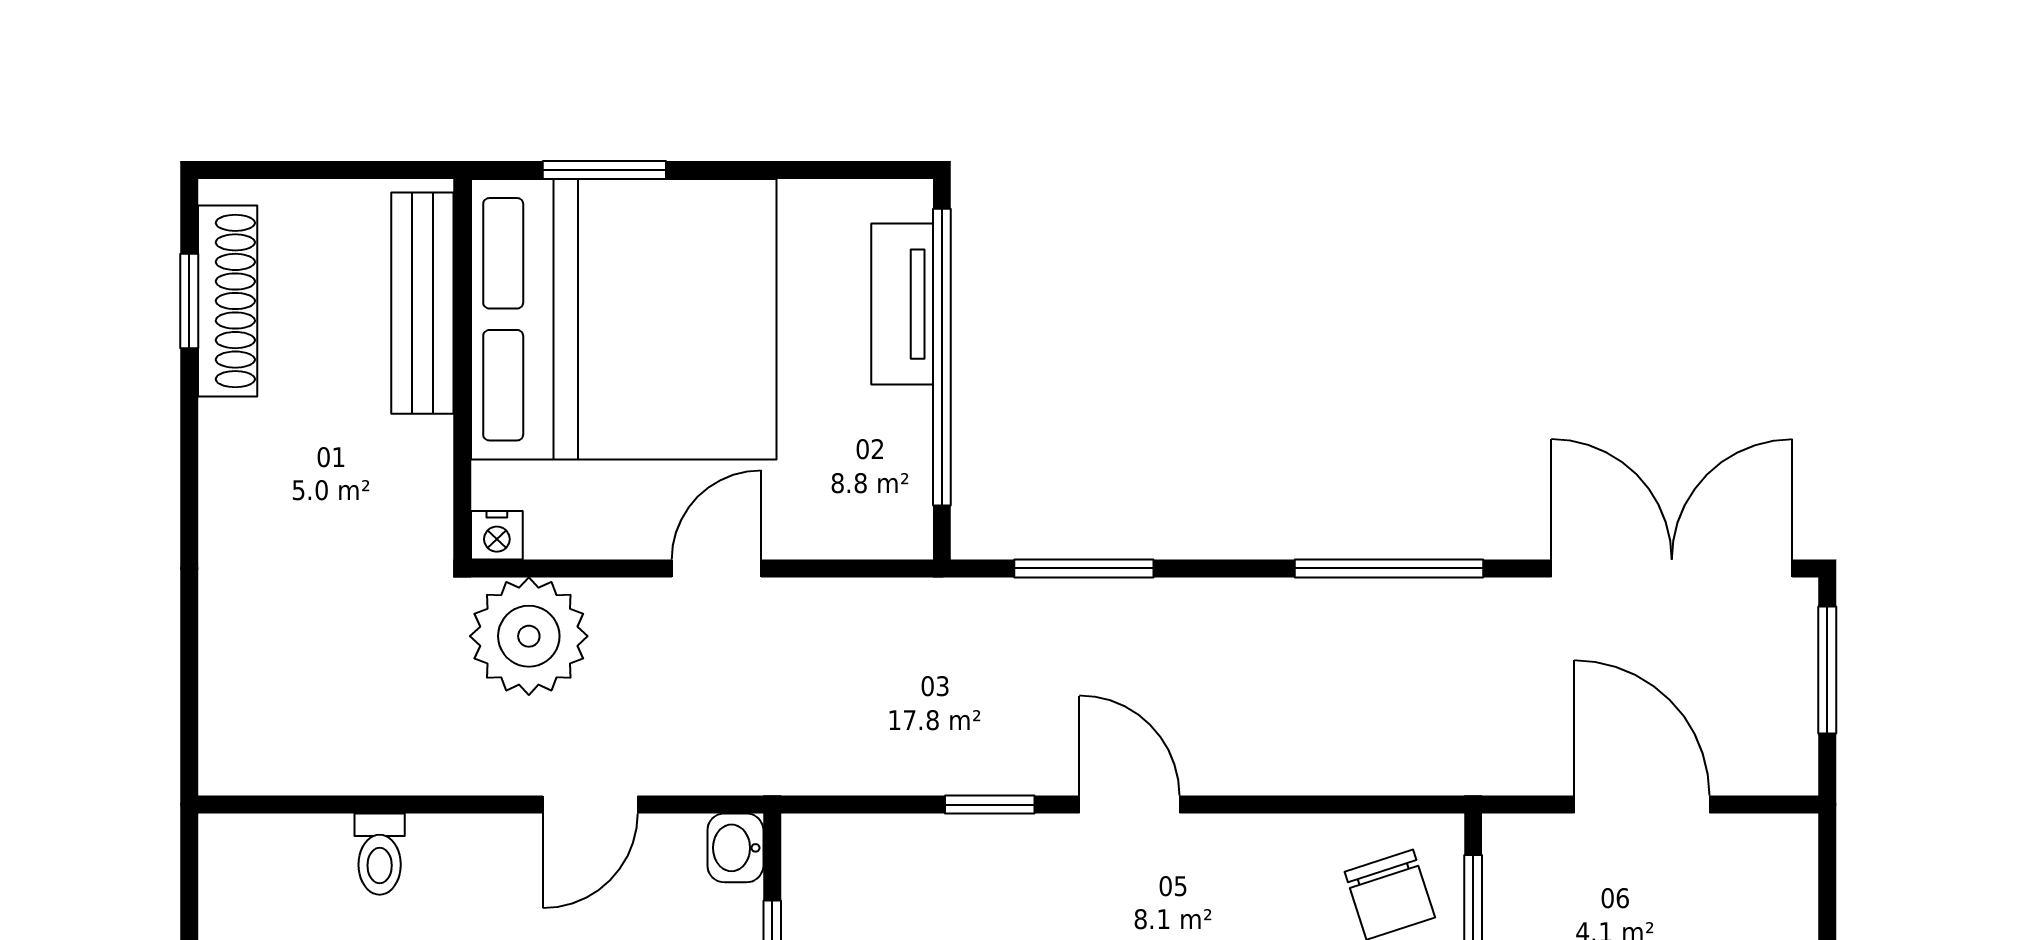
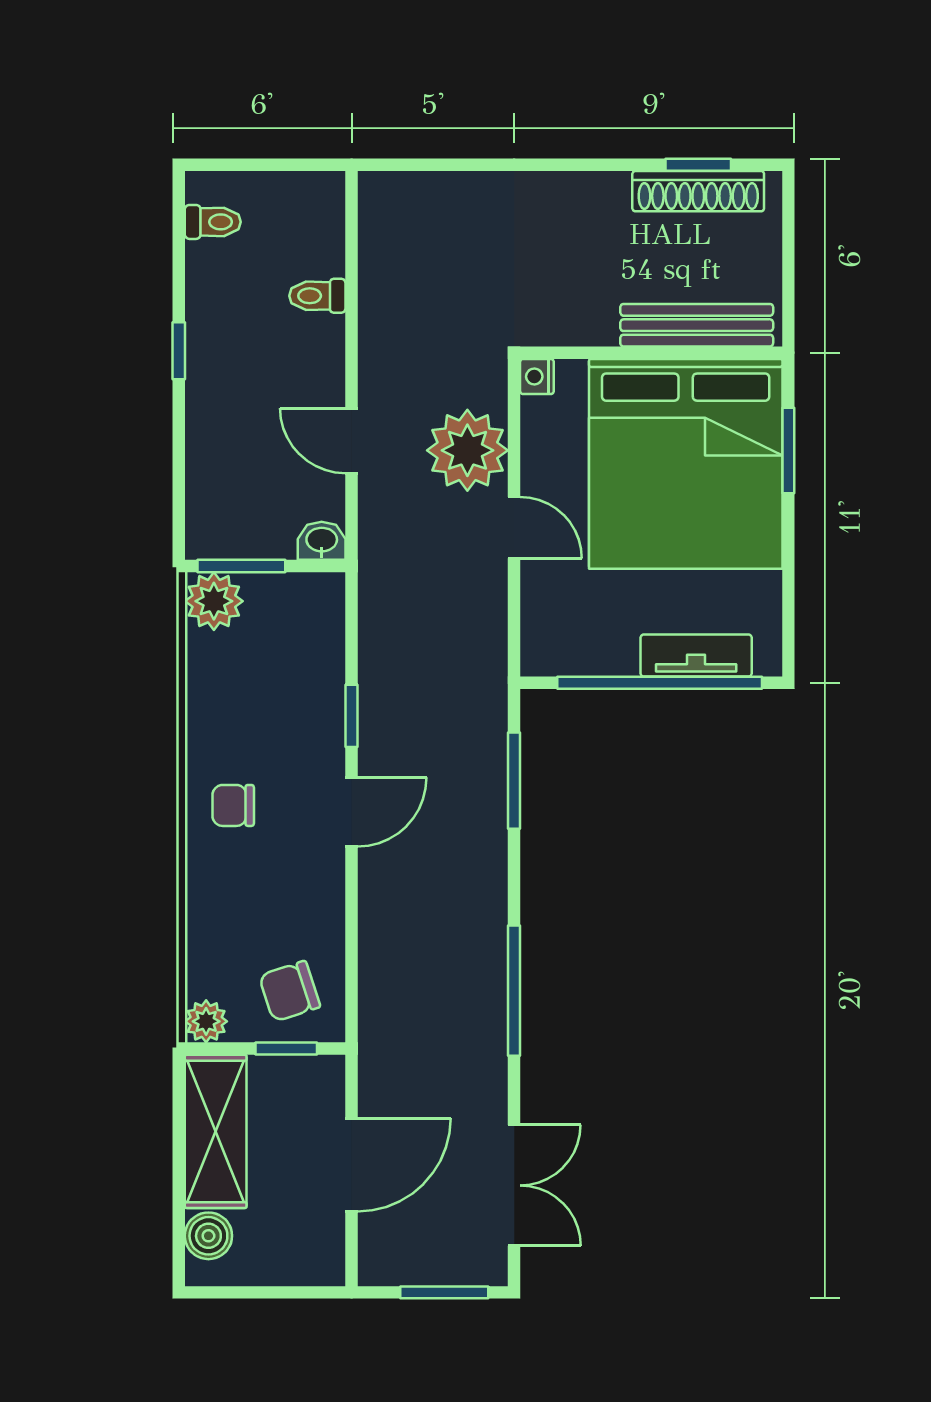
double door: (1672, 568) -> (514, 1185), width x0.73
plant: (529, 636) -> (467, 450), moved

